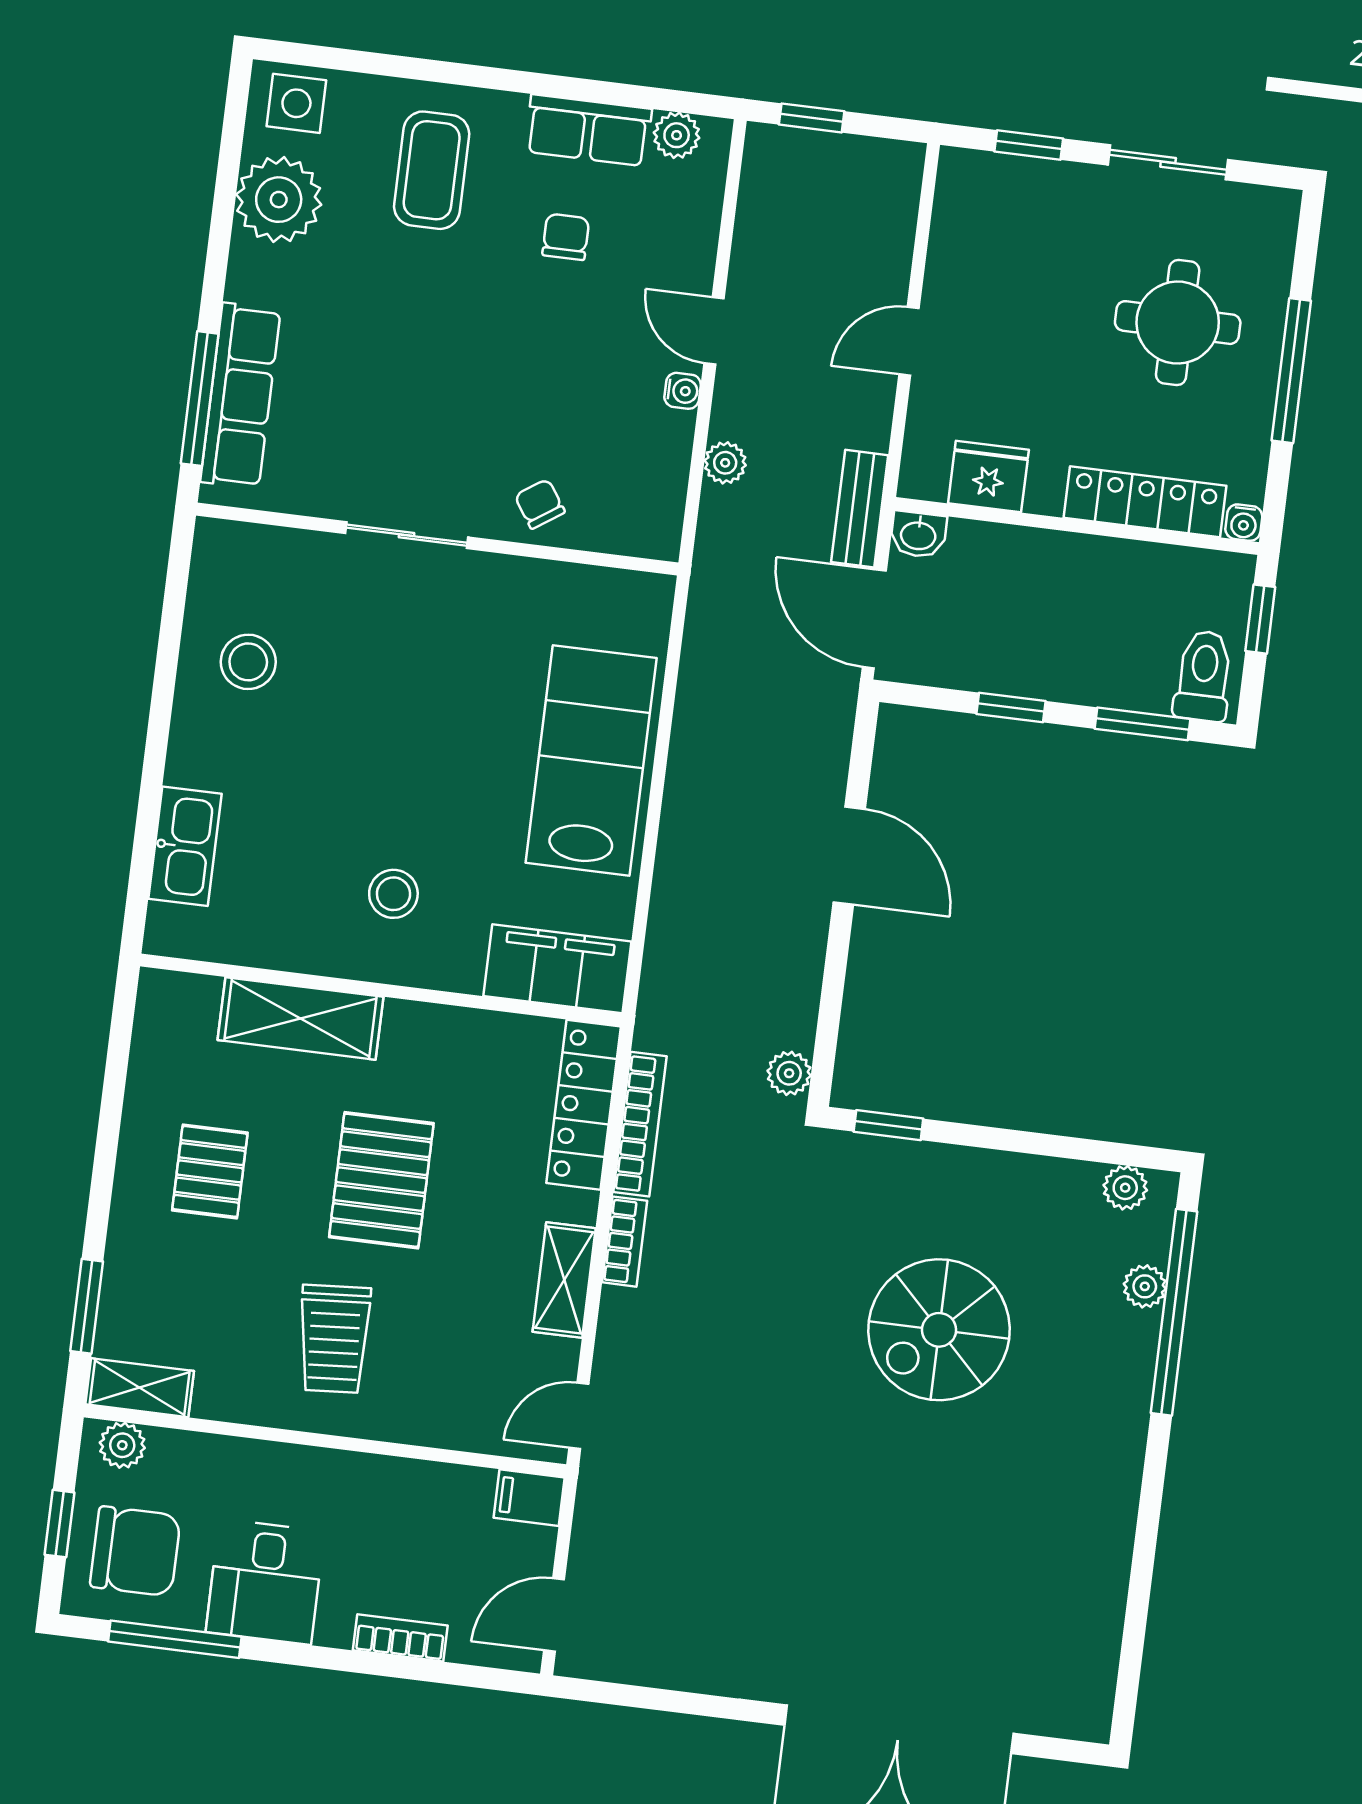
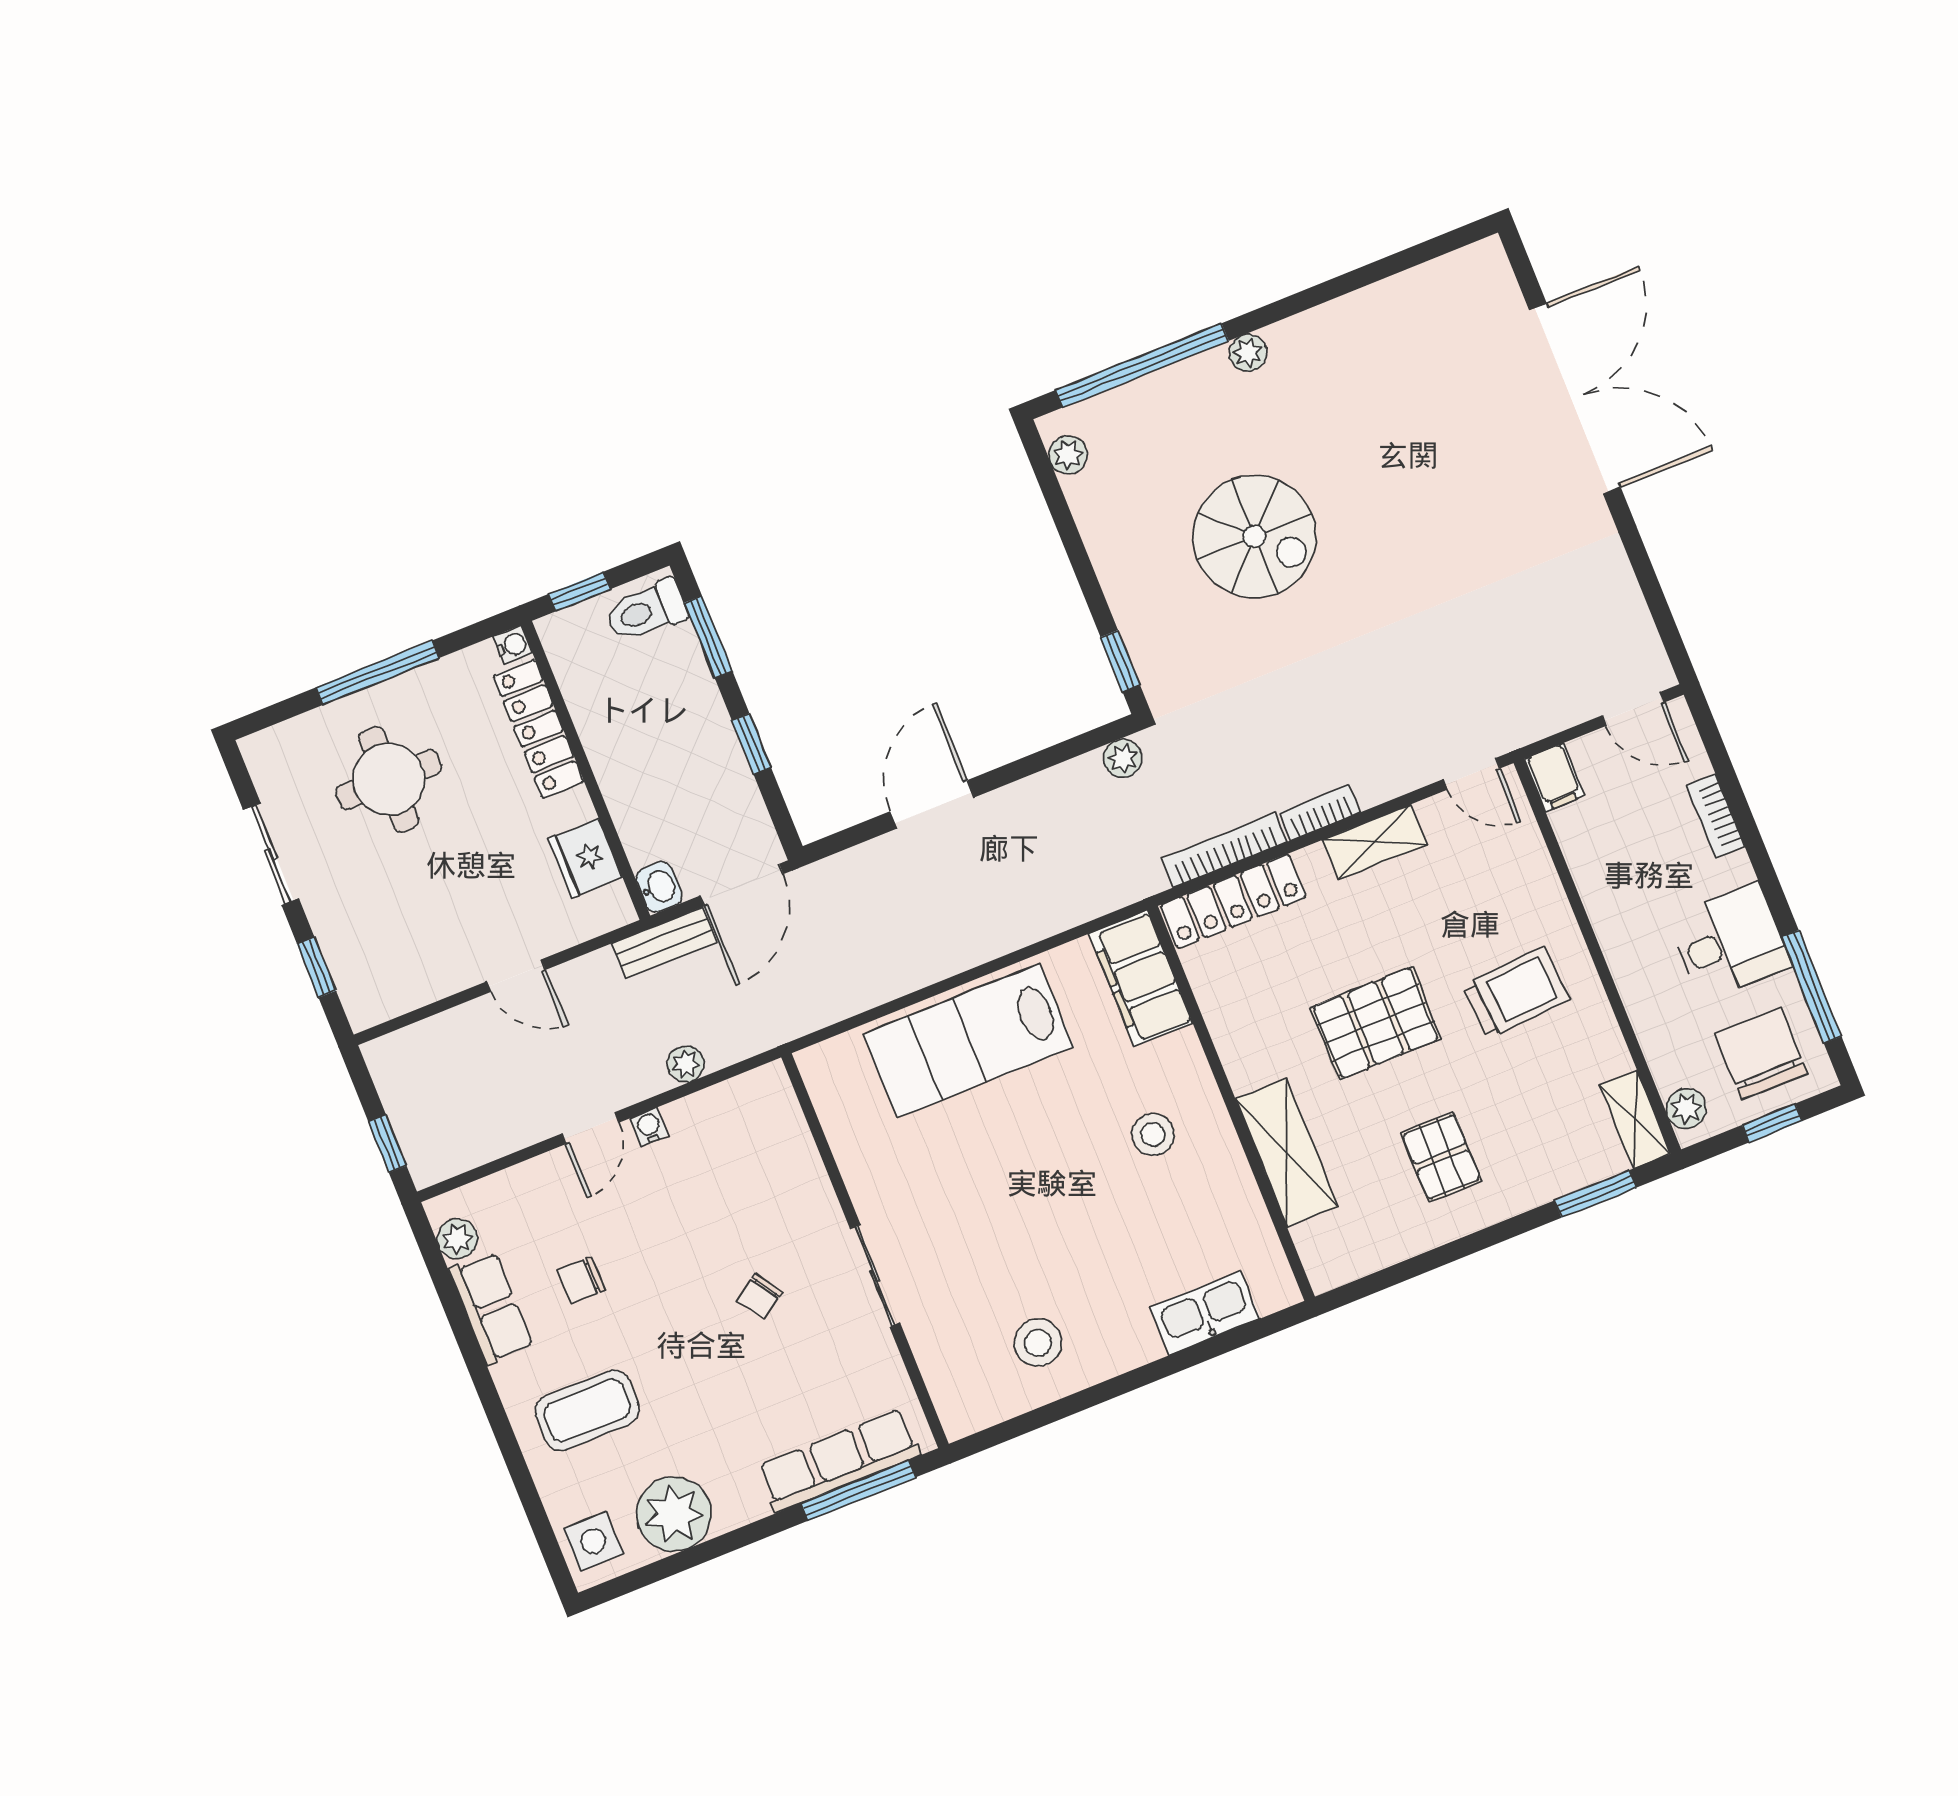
chair: (540, 504) -> (760, 1296), moved
pallet: (210, 1171) -> (1441, 1157), turned 90
plant: (1145, 1286) -> (1248, 353), moved

